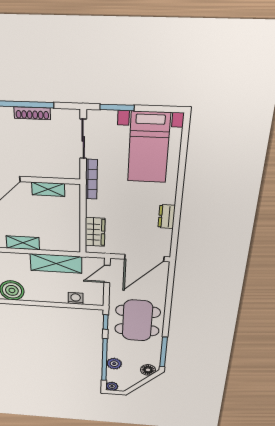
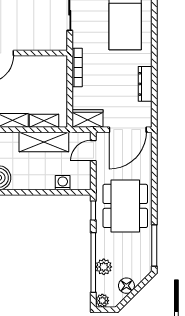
bookcase: (91, 179) -> (77, 67), moved
shelving: (48, 189) -> (44, 121), moved
dresser: (167, 217) -> (145, 84), width x1.44
wardrobe: (95, 232) -> (87, 118), moved, turned -90
floor lamp: (148, 370) -> (126, 286), moved

